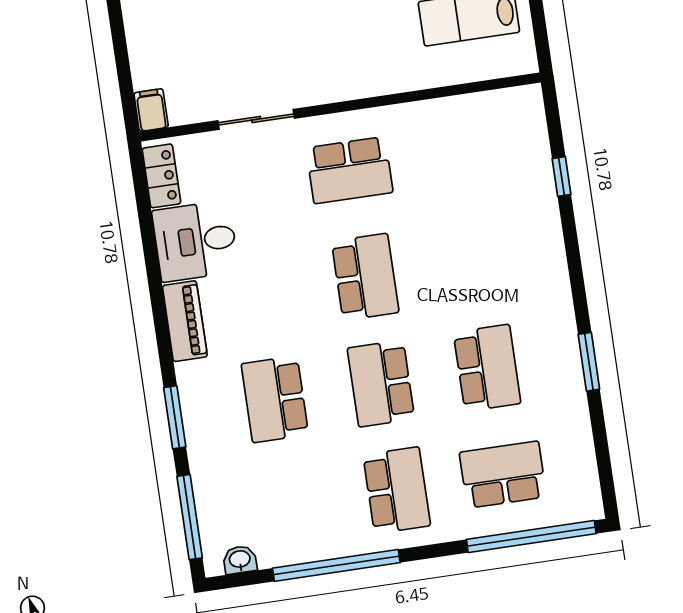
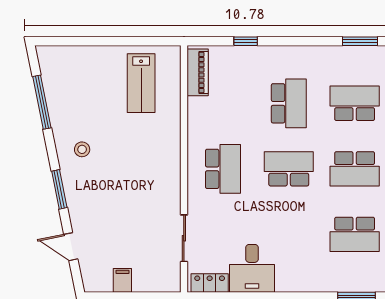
filing cabinet: (151, 110) -> (122, 280), moved, turned 90
sliding door: (256, 119) -> (184, 238), moved
school desk: (471, 261) -> (289, 103), added
piano: (185, 321) -> (198, 72), moved, turned 90

